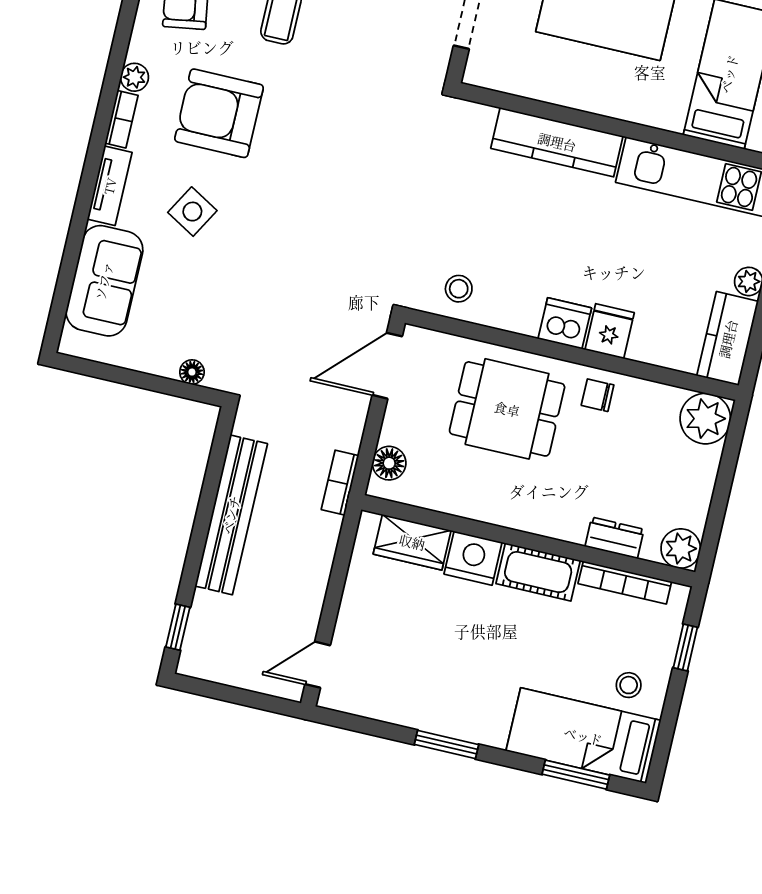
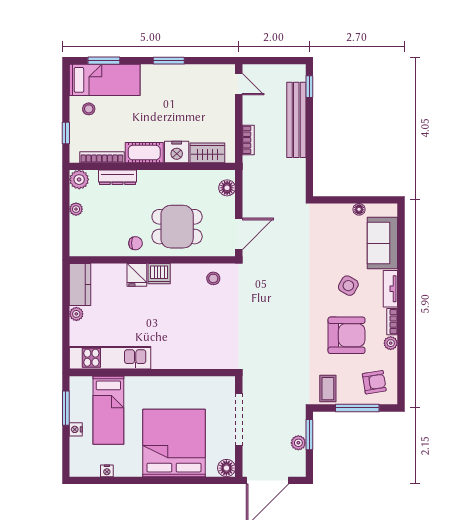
kitchen counter: (557, 142) -> (183, 359), removed
floor lamp: (192, 372) -> (359, 209), moved
plant: (705, 419) -> (76, 209), moved, width x0.53, depth x0.53
bookcase: (340, 483) -> (248, 140), moved
bench: (231, 515) -> (296, 120), moved
dresser: (614, 538) -> (117, 177), width x1.44
door: (318, 665) -> (239, 84), hinge flipped

